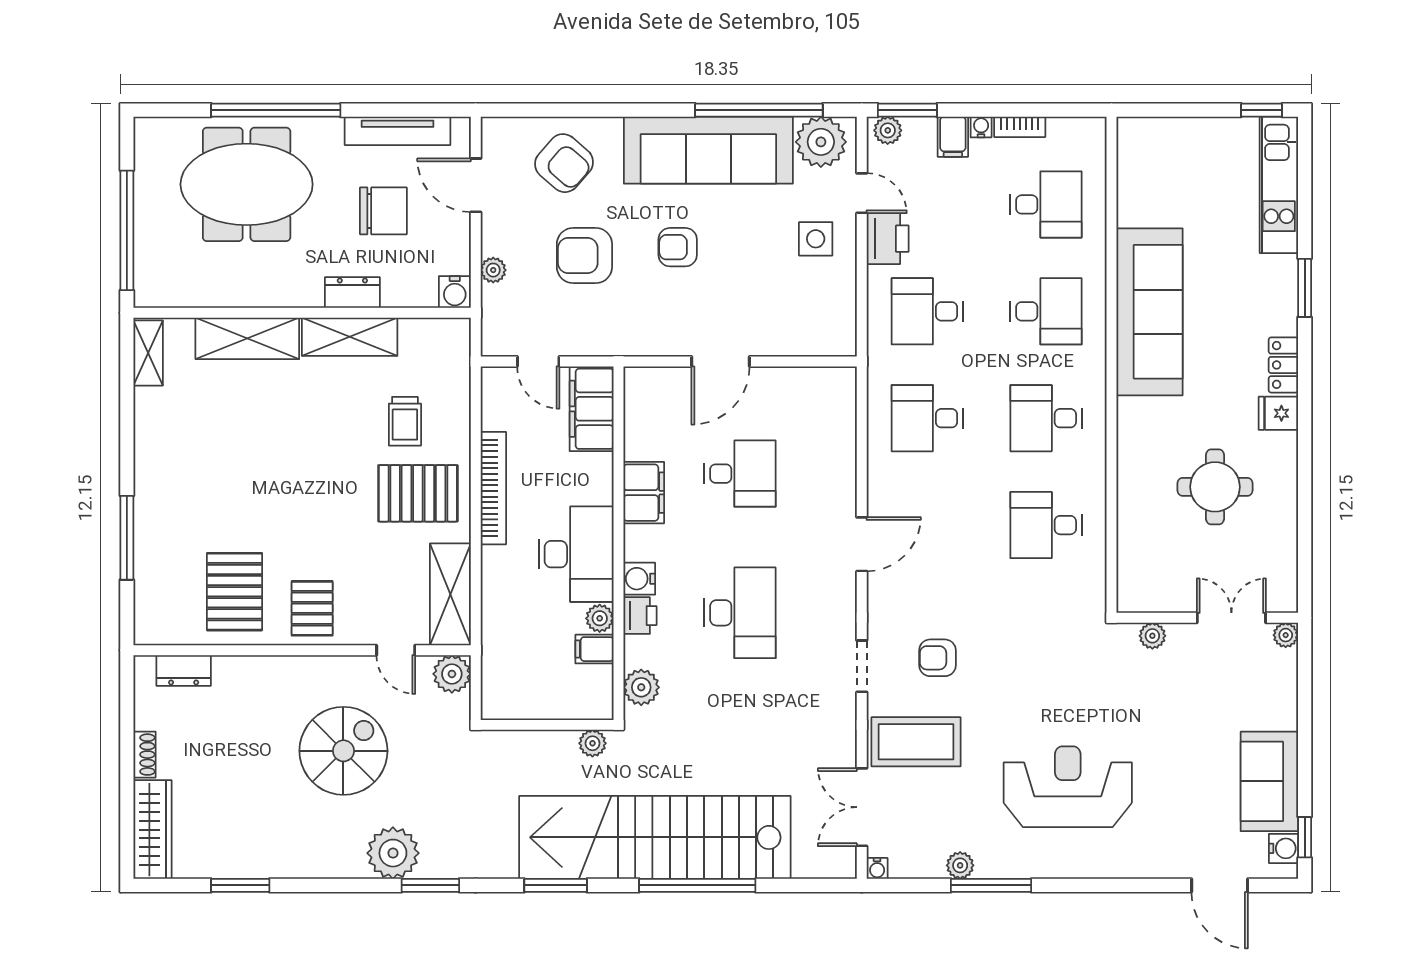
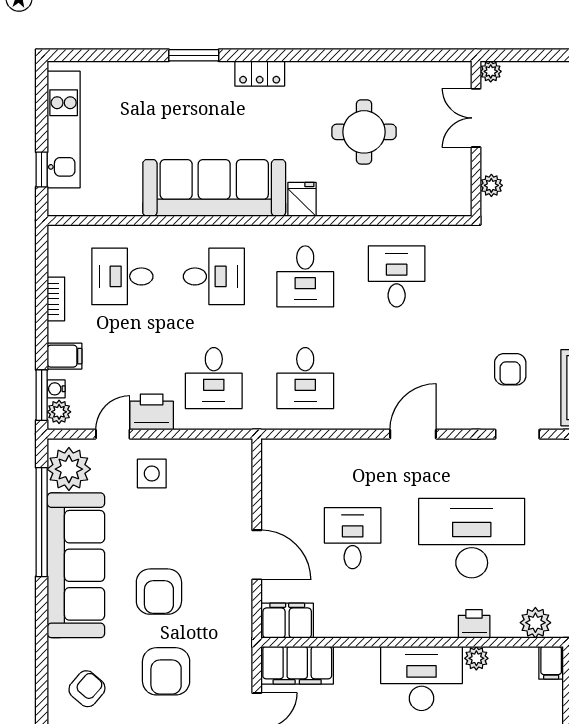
window: (1262, 110) -> (42, 169), moved
water cooler: (981, 127) -> (56, 389), moved
armchair: (564, 163) -> (87, 689), width x0.72, depth x0.72
kitchen unit: (1279, 185) -> (64, 130), moved, turned -90
desk: (1046, 204) -> (122, 276), turned -90
armchair: (678, 247) -> (159, 592), width x1.38, depth x1.38
desk: (1046, 311) -> (214, 276), turned 90
fridge: (1278, 413) -> (302, 199), moved, turned 180
filing cabinet: (644, 493) -> (287, 621), moved
desk: (1046, 525) -> (397, 276), turned 180
door: (862, 544) -> (413, 434), hinge flipped
water cooler: (639, 579) -> (442, 624), removed
desk: (740, 613) -> (472, 538), width x1.36, depth x1.30
filing cabinet: (594, 649) -> (551, 663), moved

